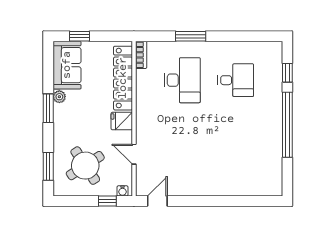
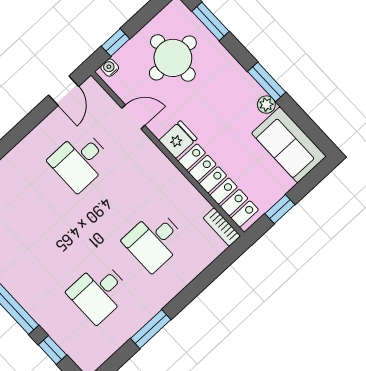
window: (80, 36) -> (280, 209), moved
window: (191, 36) -> (151, 329), moved
desk: (182, 80) -> (154, 241), width x0.73
desk: (182, 157) -> (80, 161), added
round table: (85, 166) -> (173, 58), turned 33

